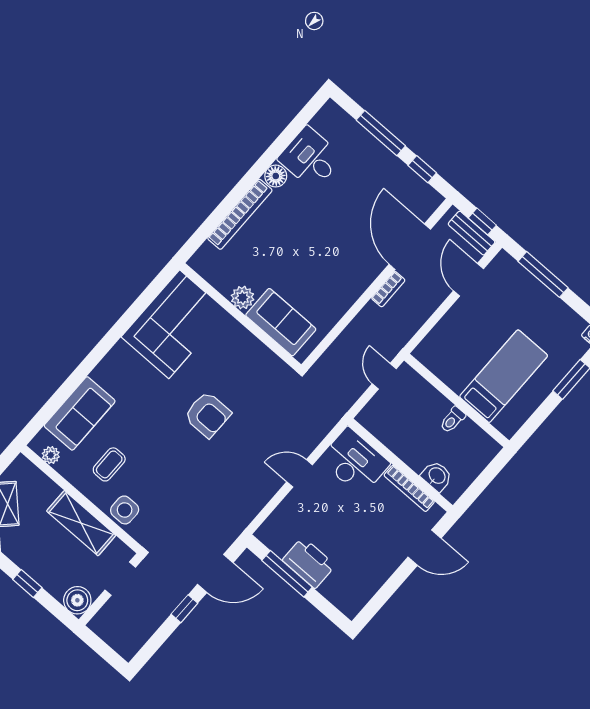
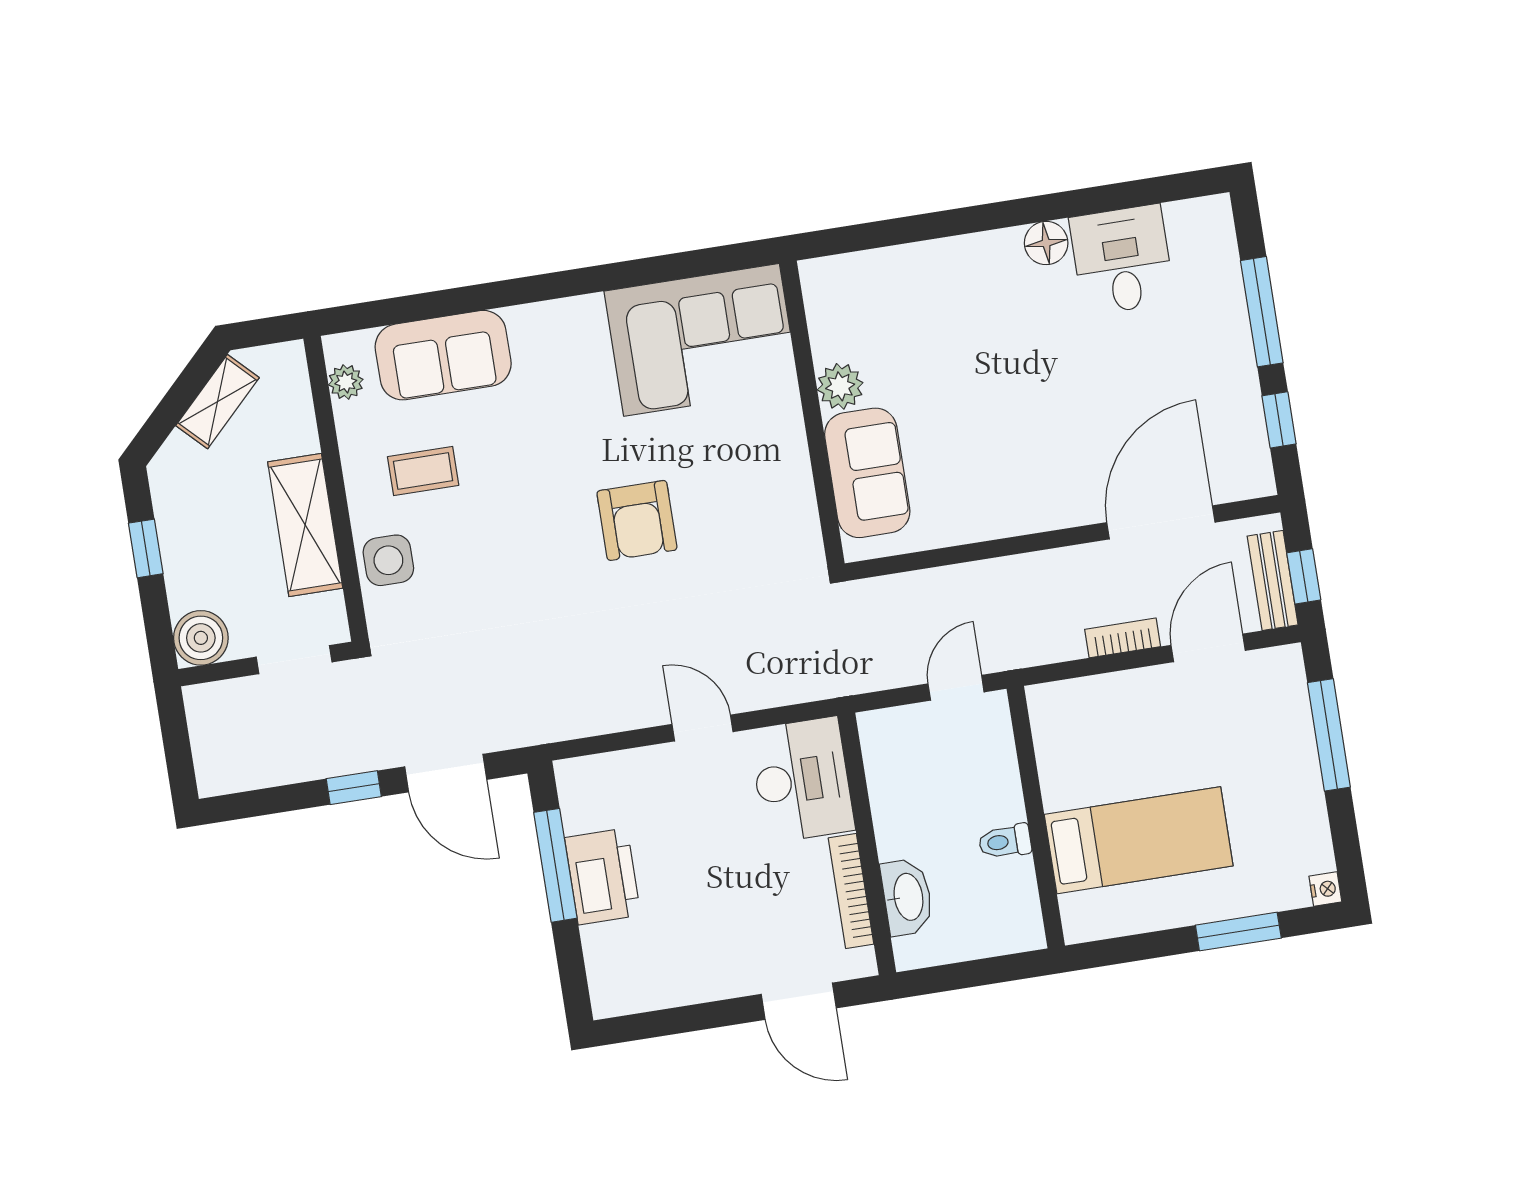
bookcase: (240, 214) -> (942, 256), removed
bookcase: (388, 289) -> (1123, 638), moved, turned 180
washbasin: (437, 476) -> (907, 897), width x1.38

